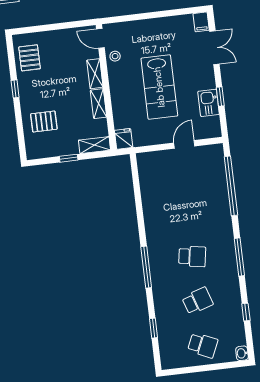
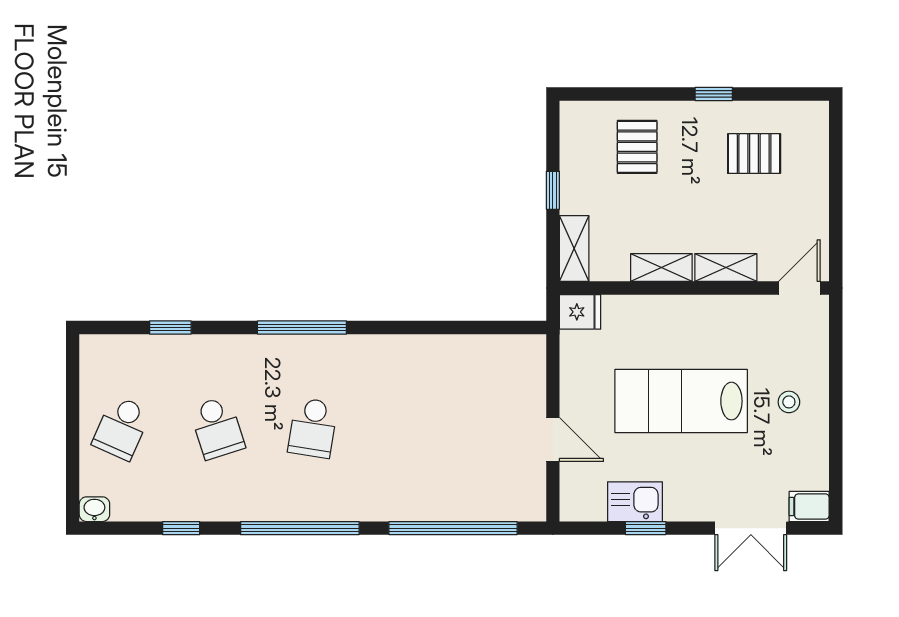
stool: (115, 56) -> (789, 402), moved
pallet: (30, 58) -> (754, 154), moved
window: (239, 257) -> (300, 528), width x1.46

